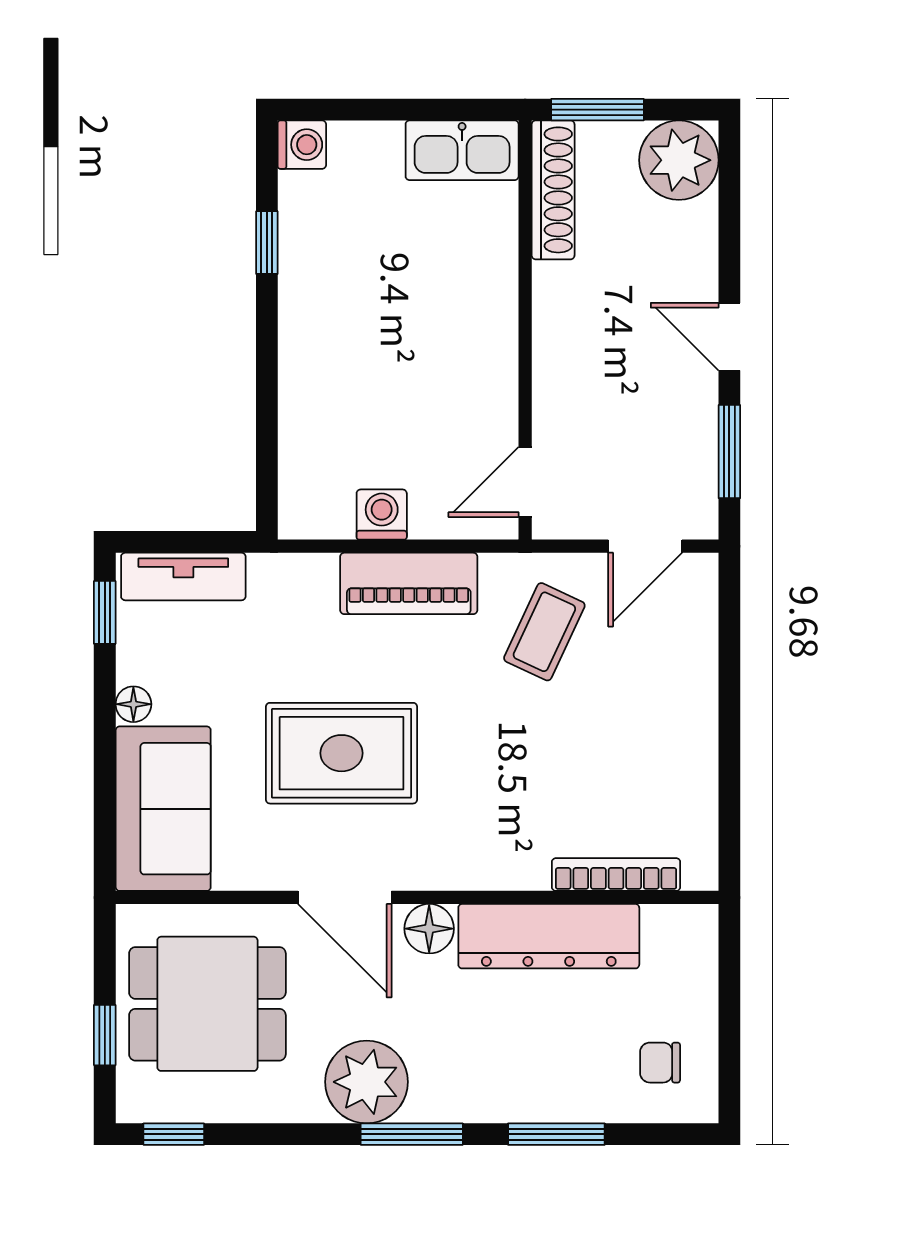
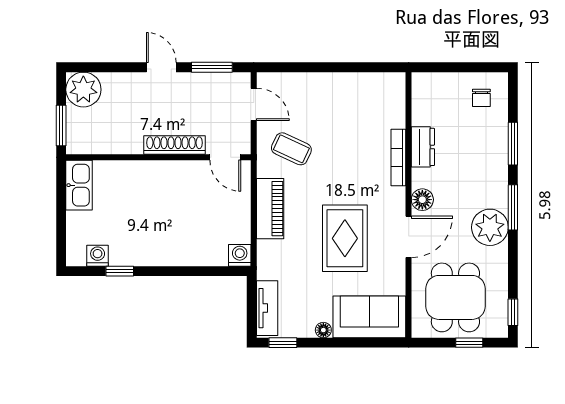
washing machine: (302, 145) -> (98, 256), moved
shoe rack: (553, 190) -> (175, 145), moved
door: (729, 337) -> (161, 67), swing flipped
washing machine: (382, 515) -> (240, 255), moved, turned 90
bookcase: (616, 875) -> (398, 158), moved
dresser: (549, 936) -> (423, 147), width x0.51, depth x0.80

